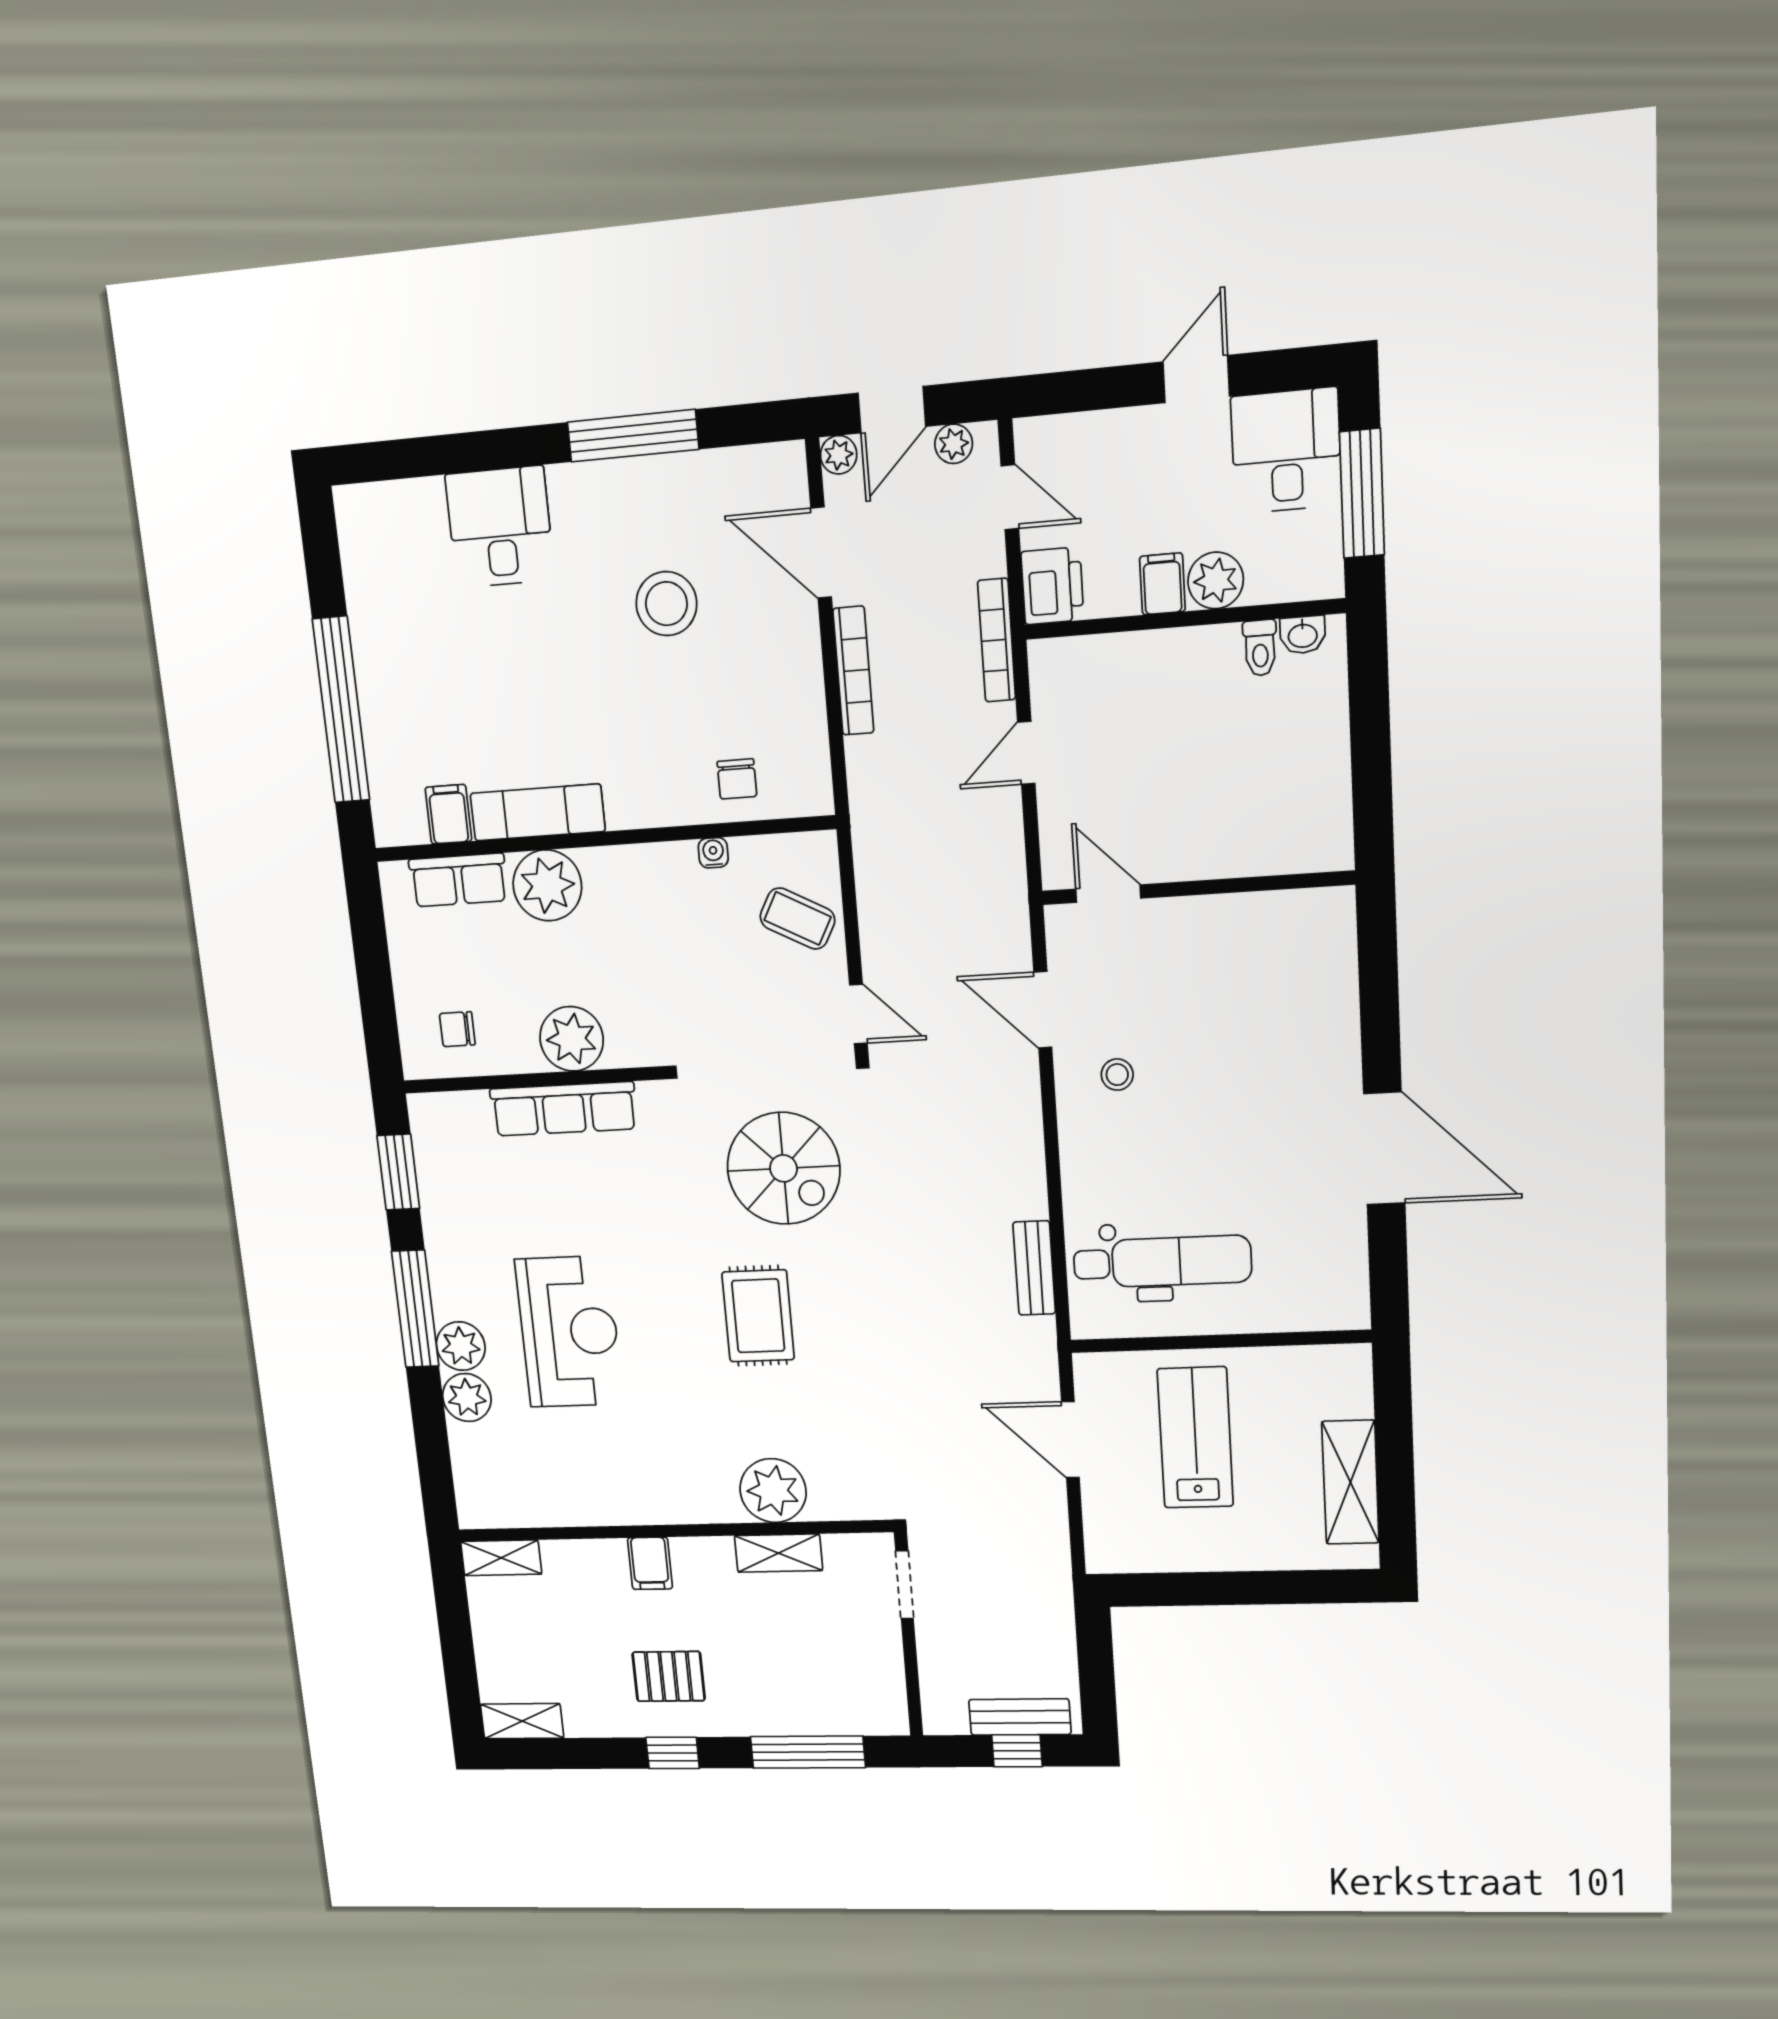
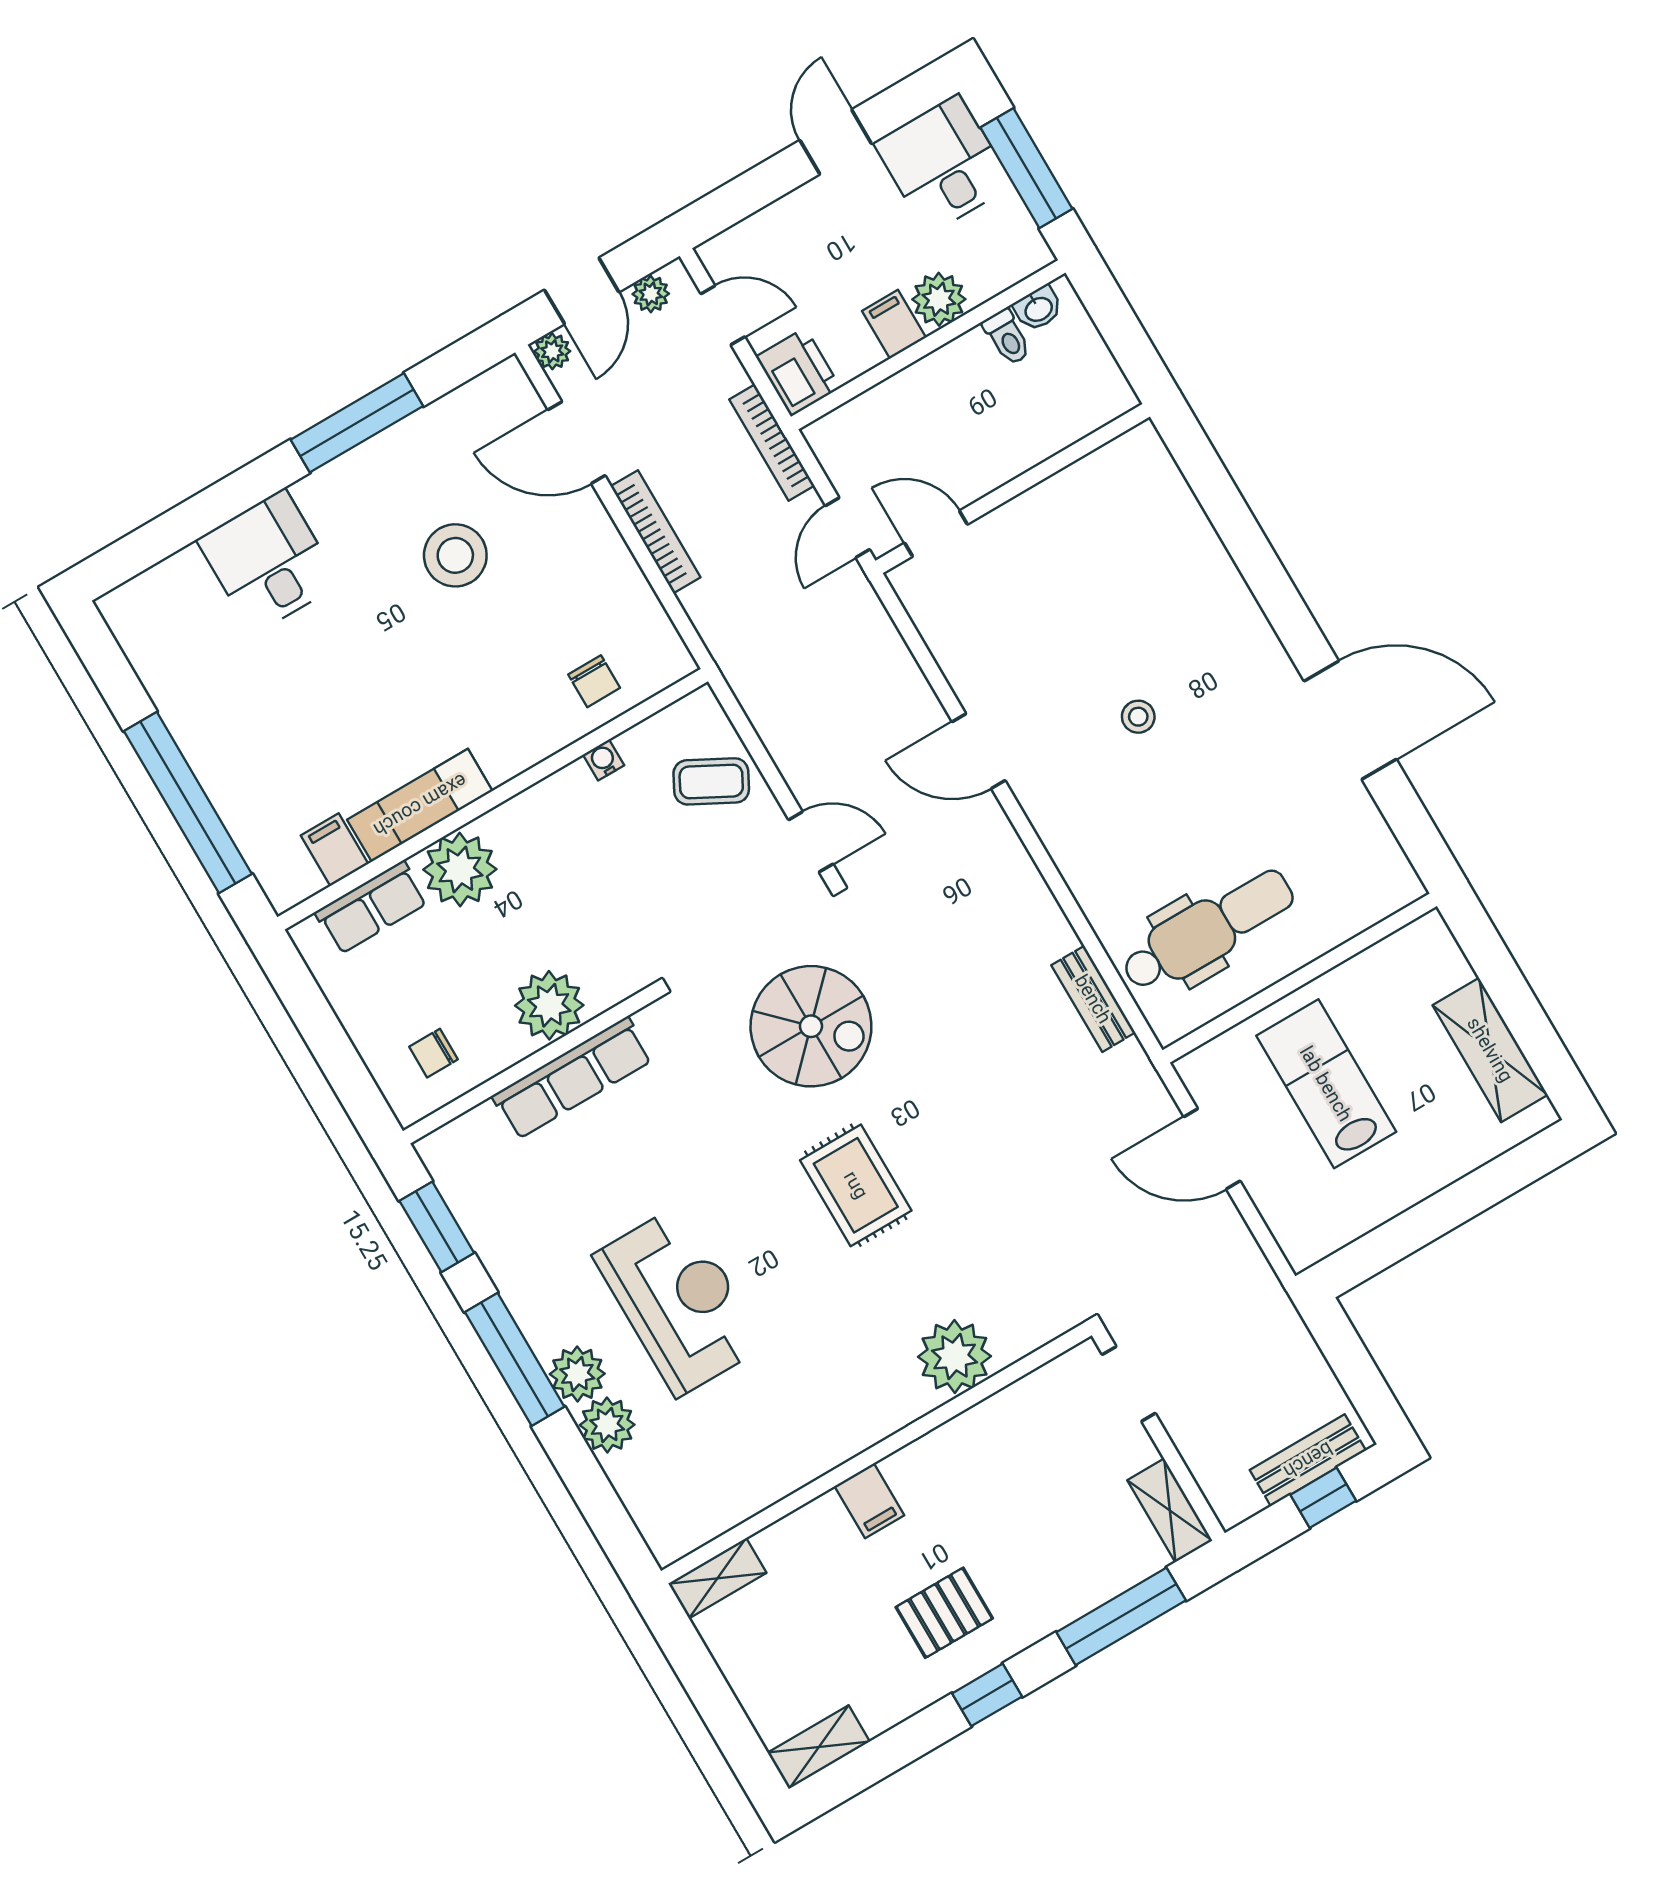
wall: (1197, 888) -> (1013, 489), moved
door: (1108, 894) -> (936, 534), moved
stool: (1117, 1075) -> (1138, 717), moved
shelving: (778, 1553) -> (1170, 1510), moved, turned 90

